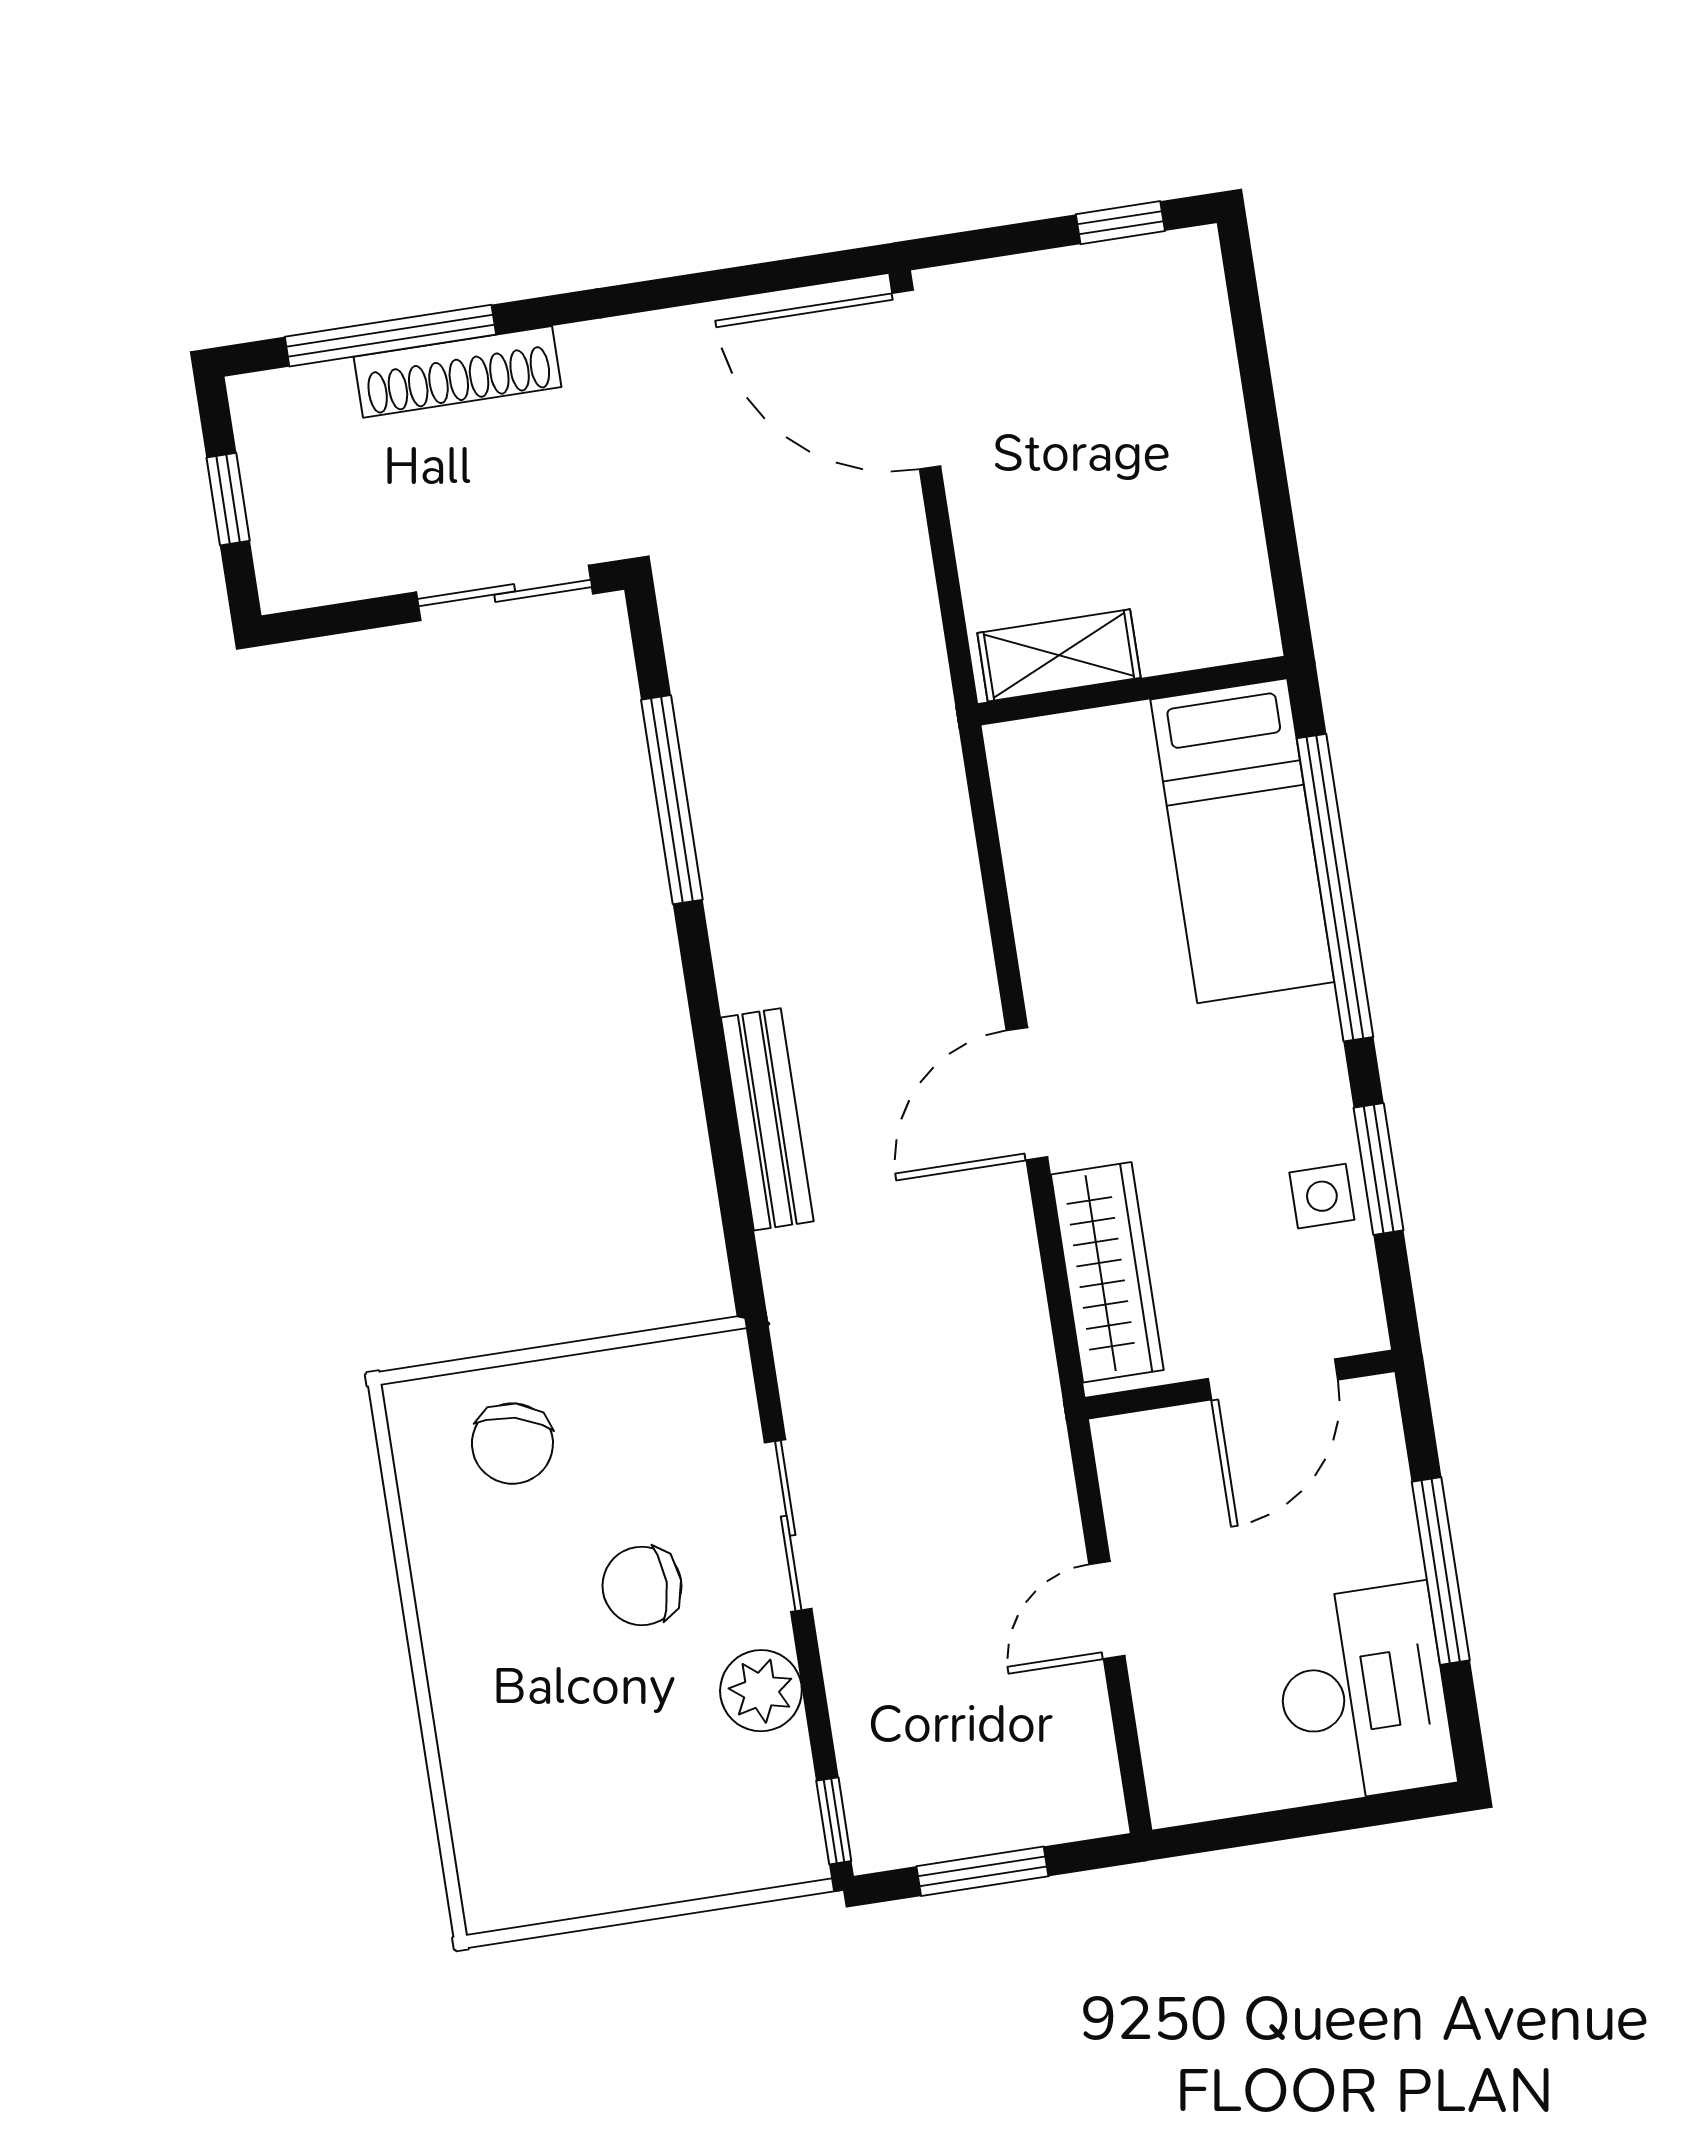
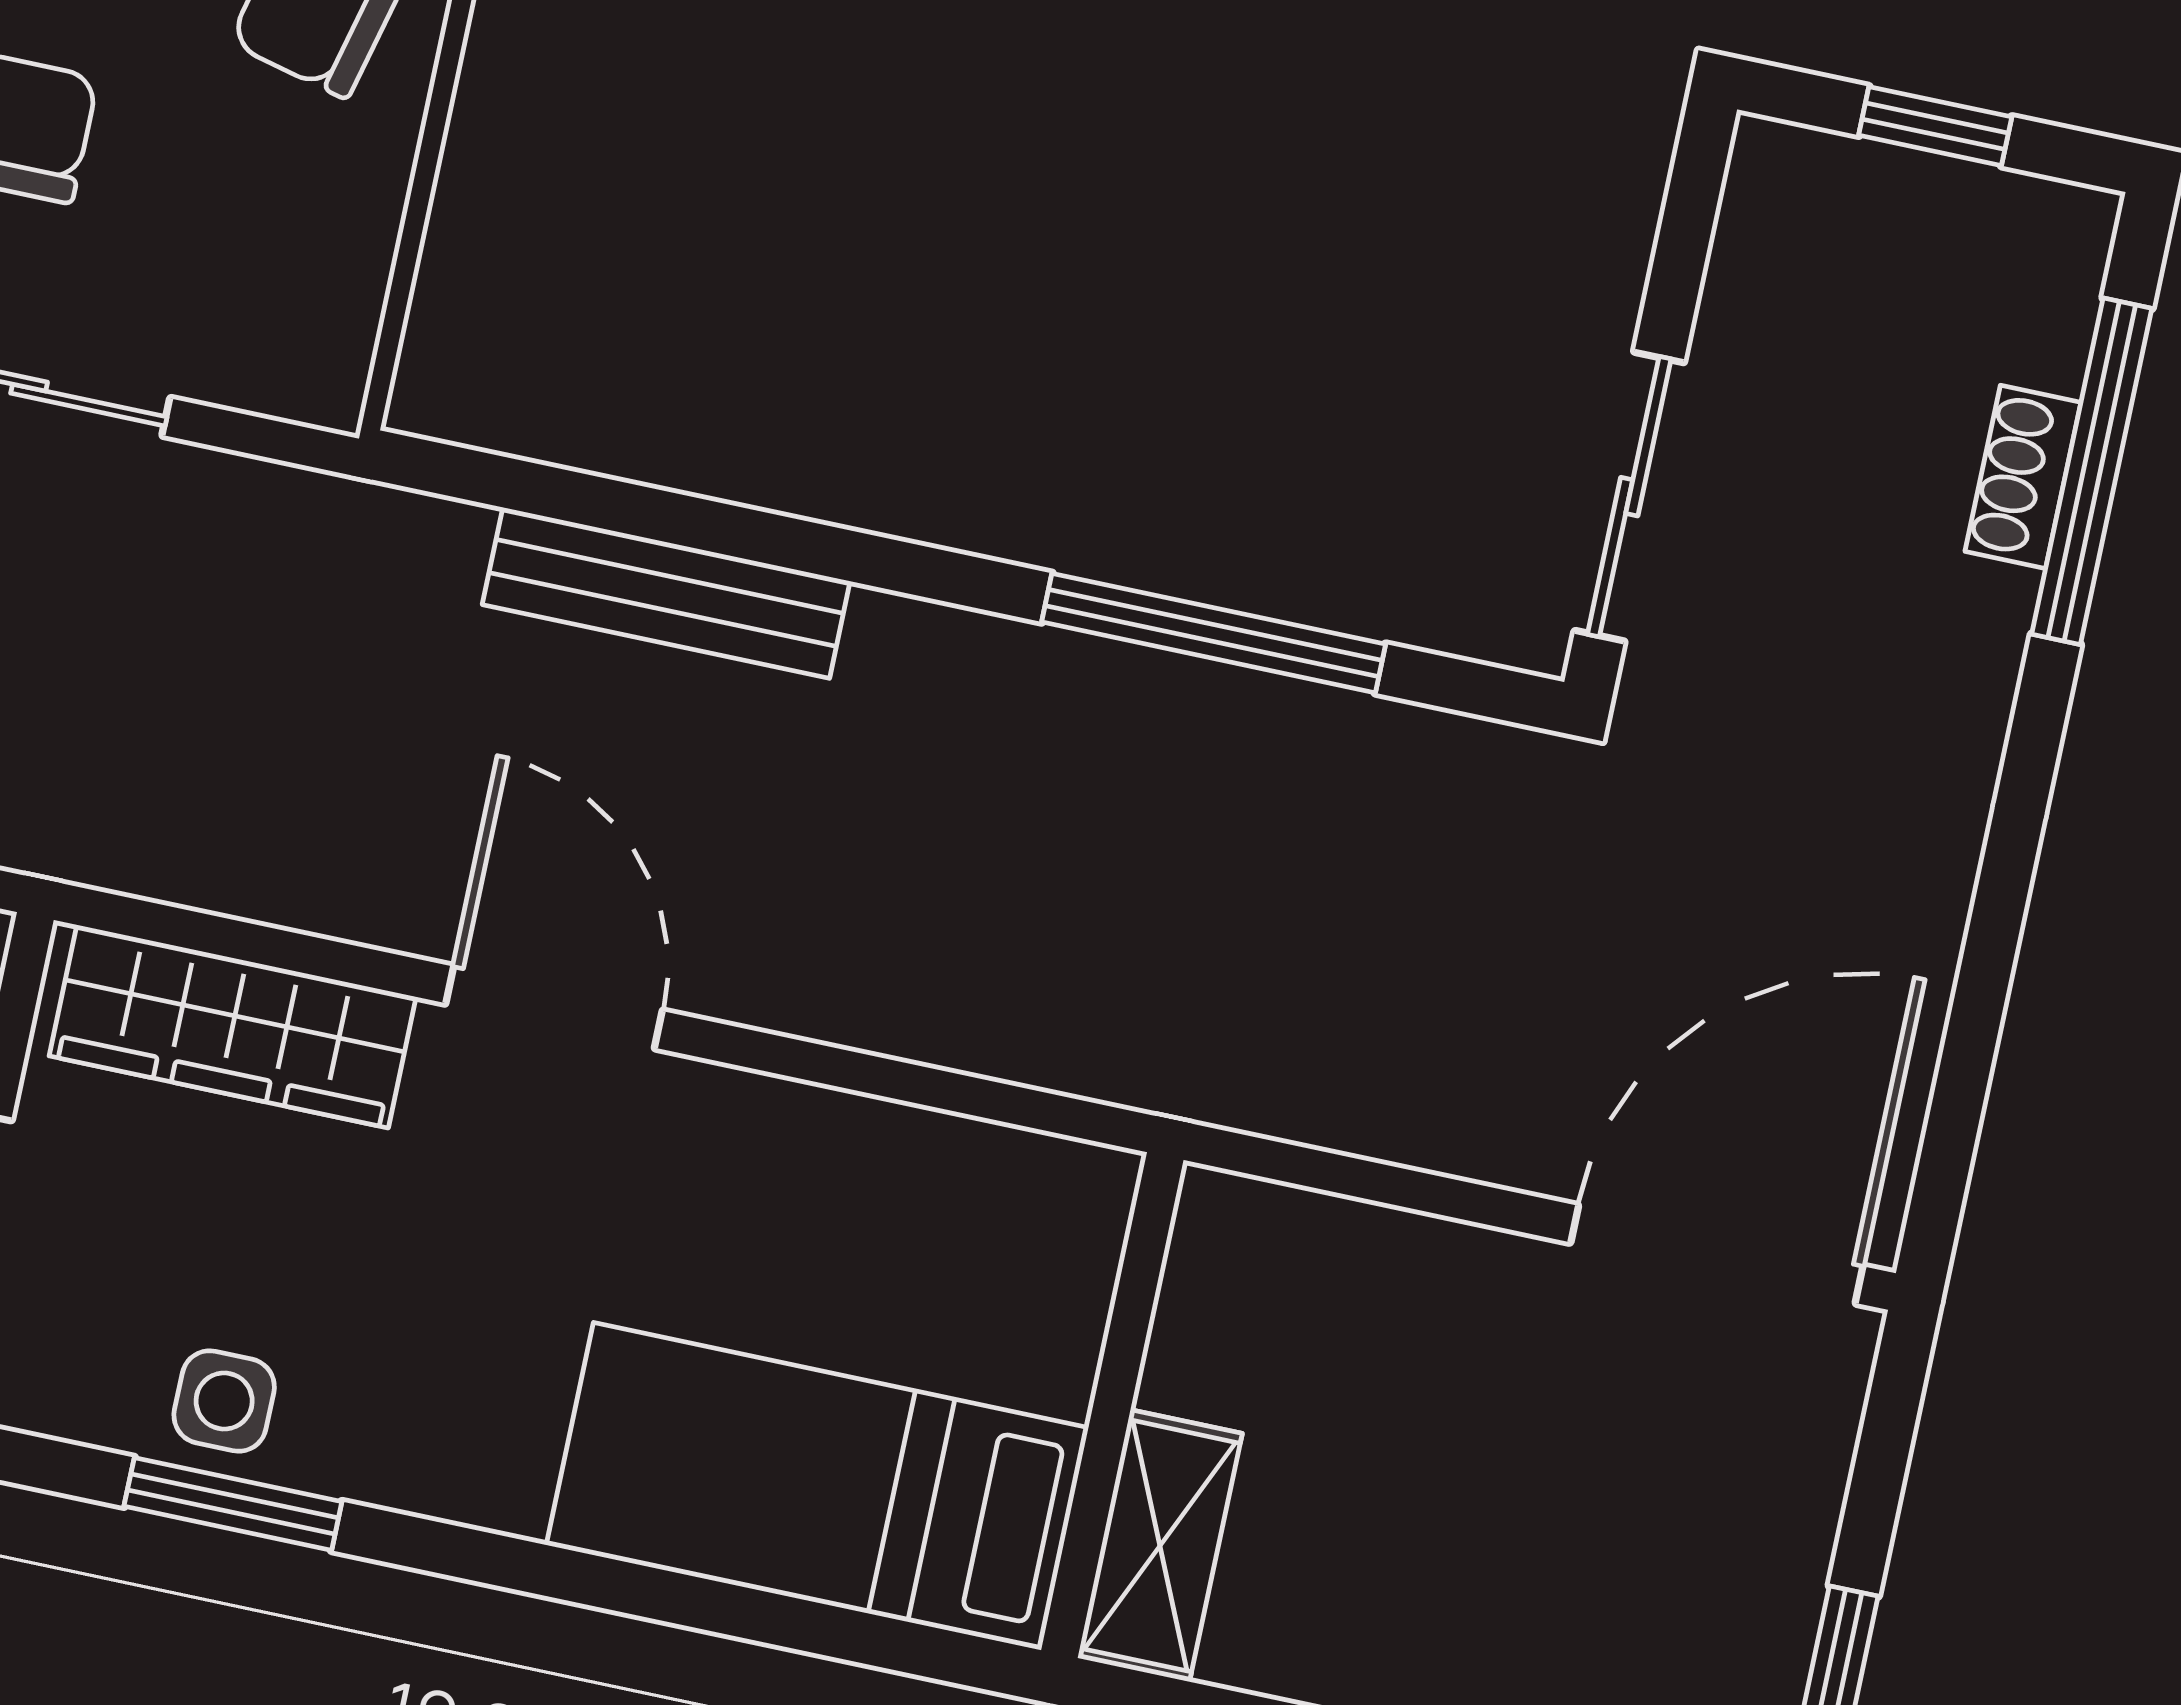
shoe rack: (458, 372) -> (2023, 477), width x0.51, depth x0.81
shelving: (1059, 655) -> (1160, 1546), moved
window: (1335, 888) -> (691, 1601), removed

